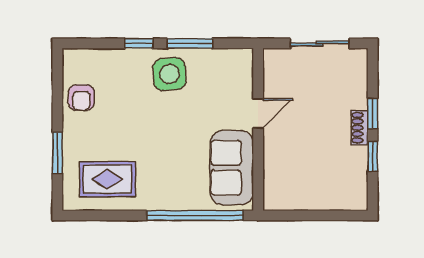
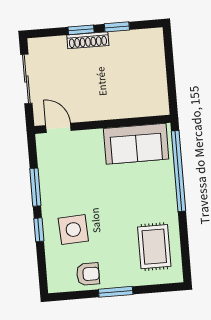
side table: (170, 74) -> (73, 230), moved
door: (258, 113) -> (58, 128), moved
shoe rack: (360, 128) -> (88, 40), width x1.43
window: (57, 153) -> (116, 292), moved

